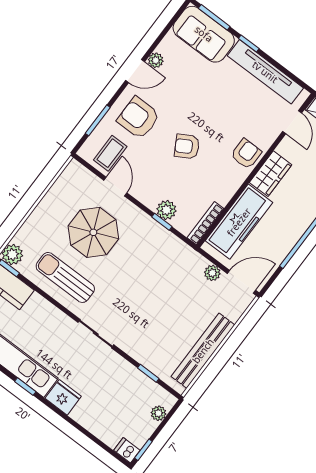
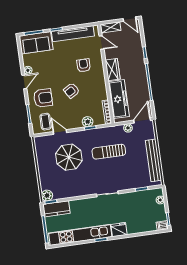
armchair: (139, 118) -> (43, 98), turned 180
armchair: (246, 154) -> (84, 65), moved
sun lounger: (65, 277) -> (109, 152), moved

